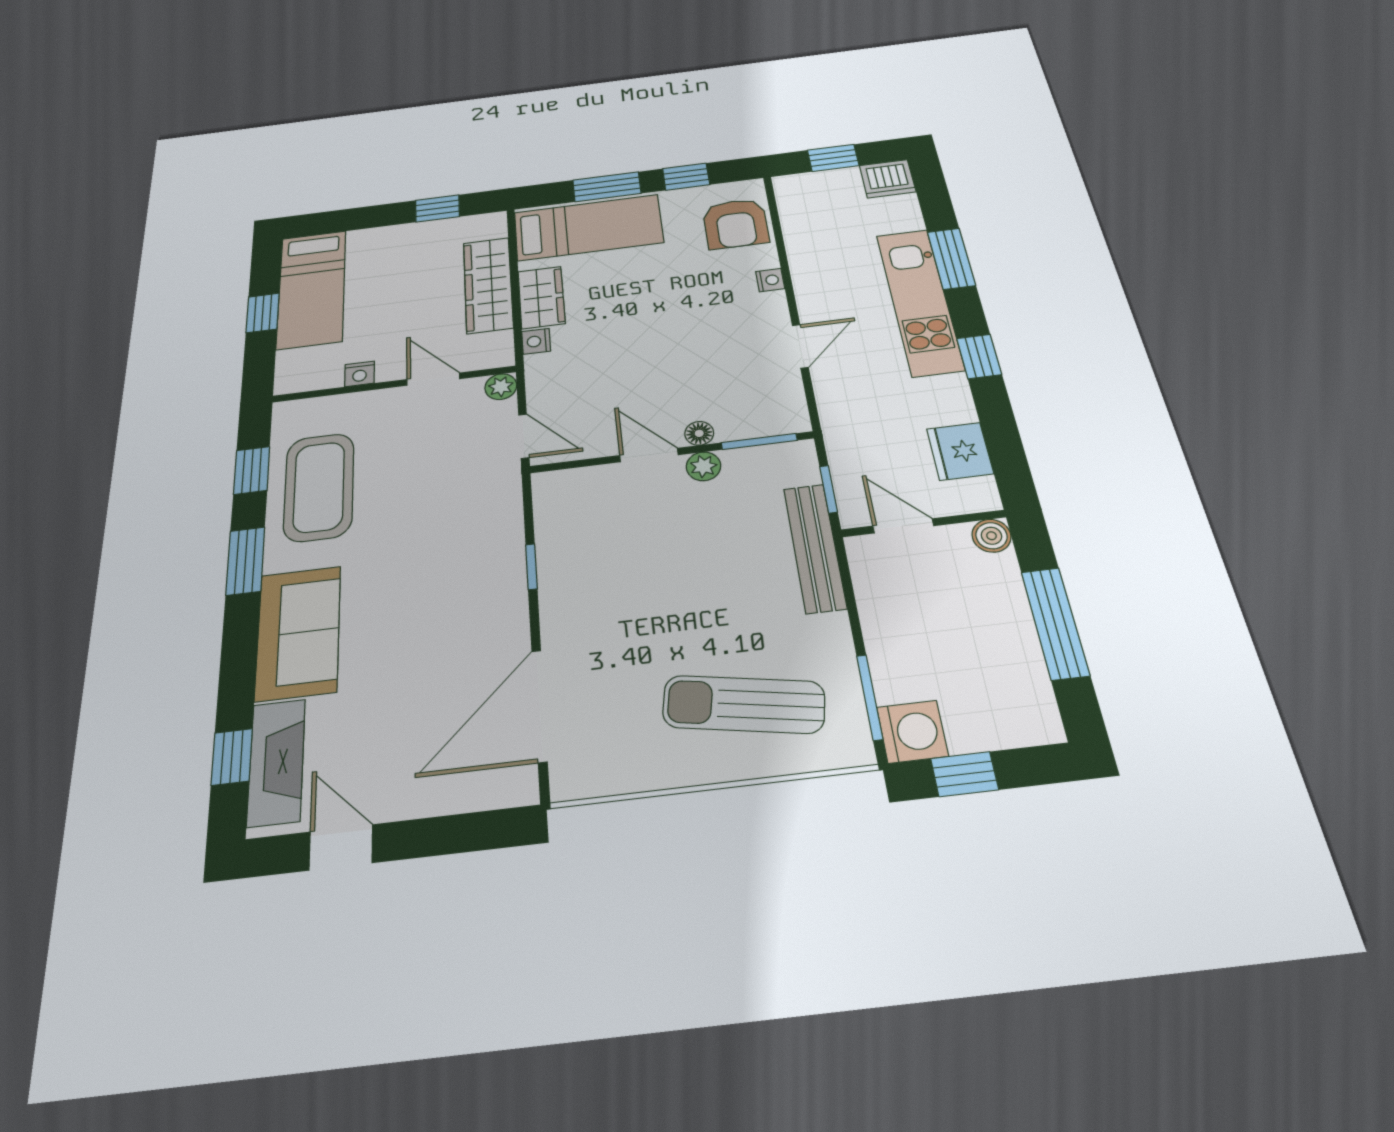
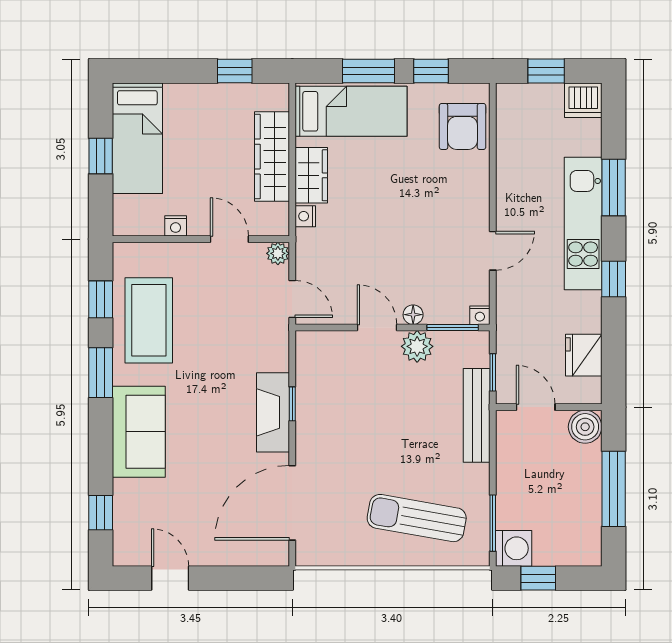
nightstand: (770, 280) -> (480, 315), moved, turned 90
plant: (703, 466) -> (417, 346), width x1.38, depth x1.38
boiler: (991, 536) -> (585, 427), width x1.36, depth x1.36
fireplace: (276, 762) -> (273, 412), moved, turned 180

